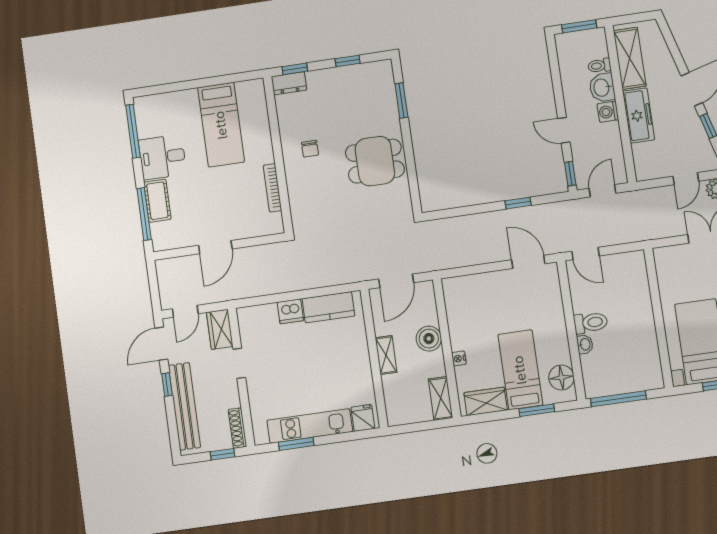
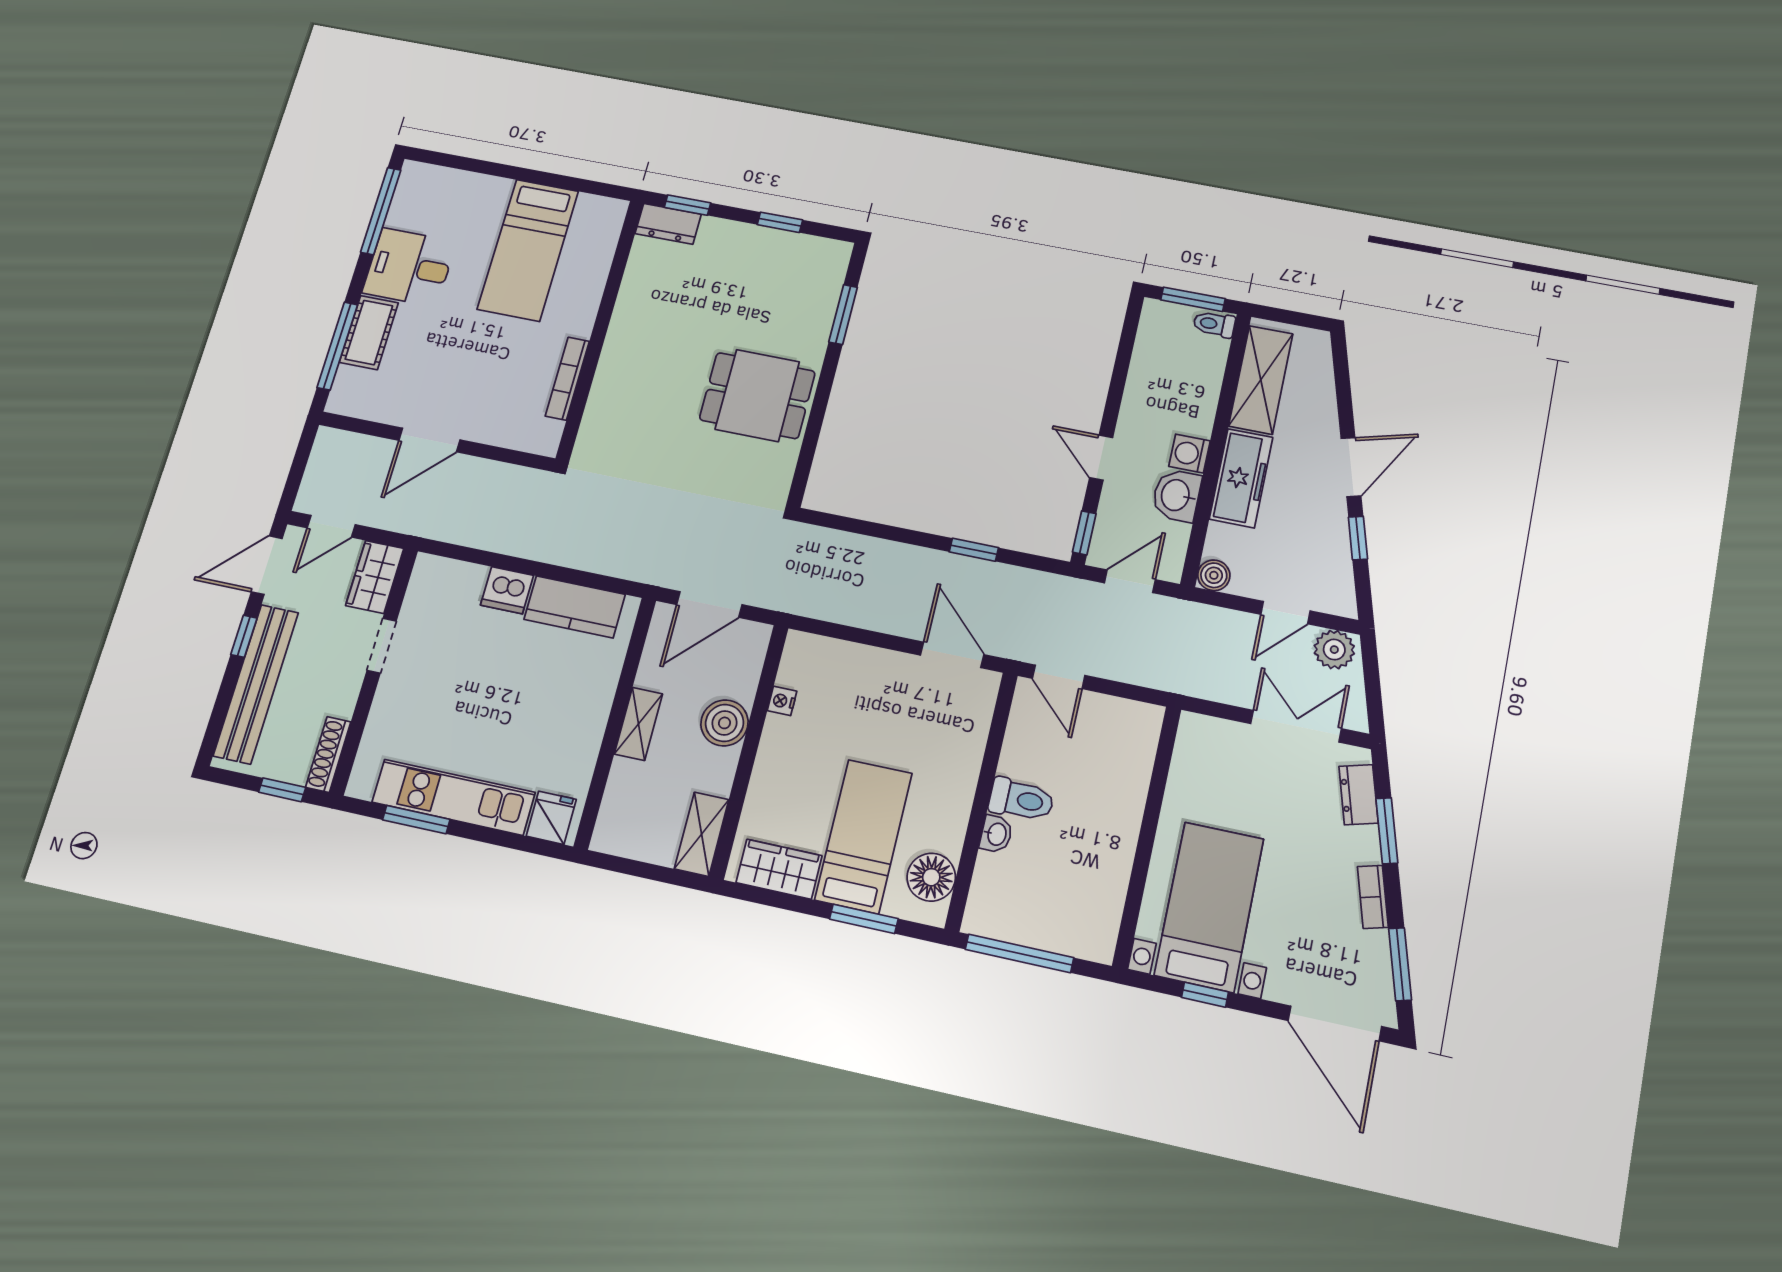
toilet: (599, 66) -> (1214, 324), moved
washbasin: (602, 88) -> (1177, 495), moved
chair: (310, 149) -> (657, 338), removed
boiler: (643, 172) -> (1214, 575), added
nightstand: (459, 358) -> (782, 701), moved

